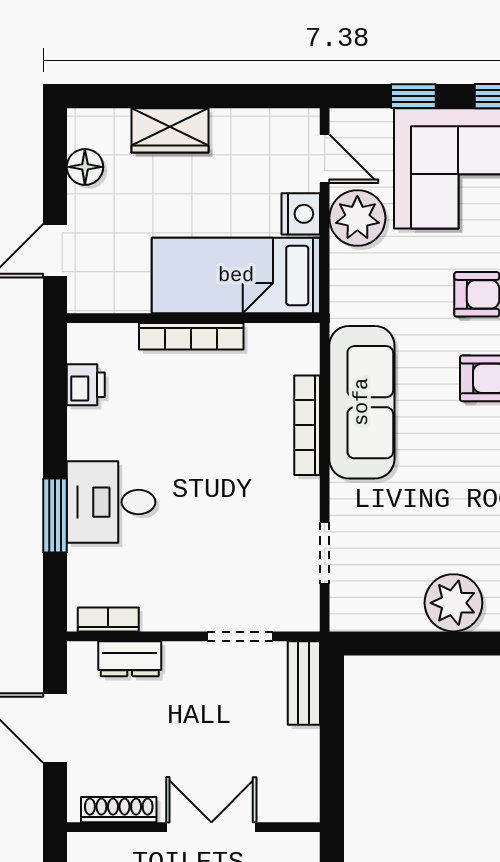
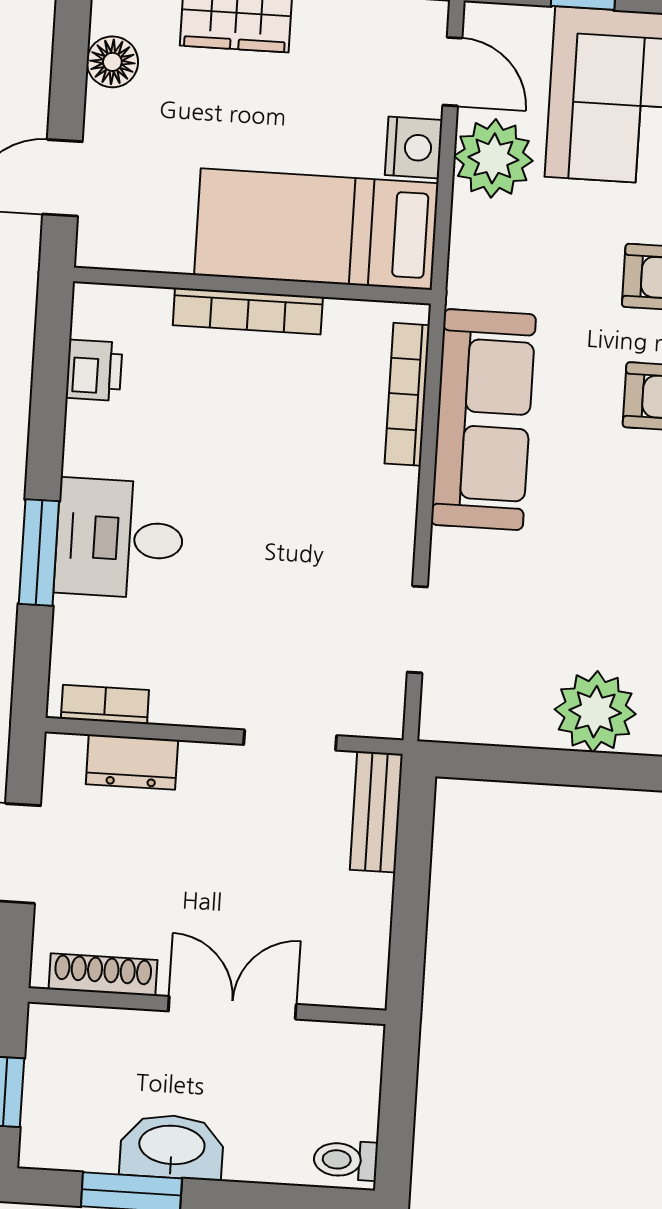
bookcase: (307, 425) -> (407, 394), moved

